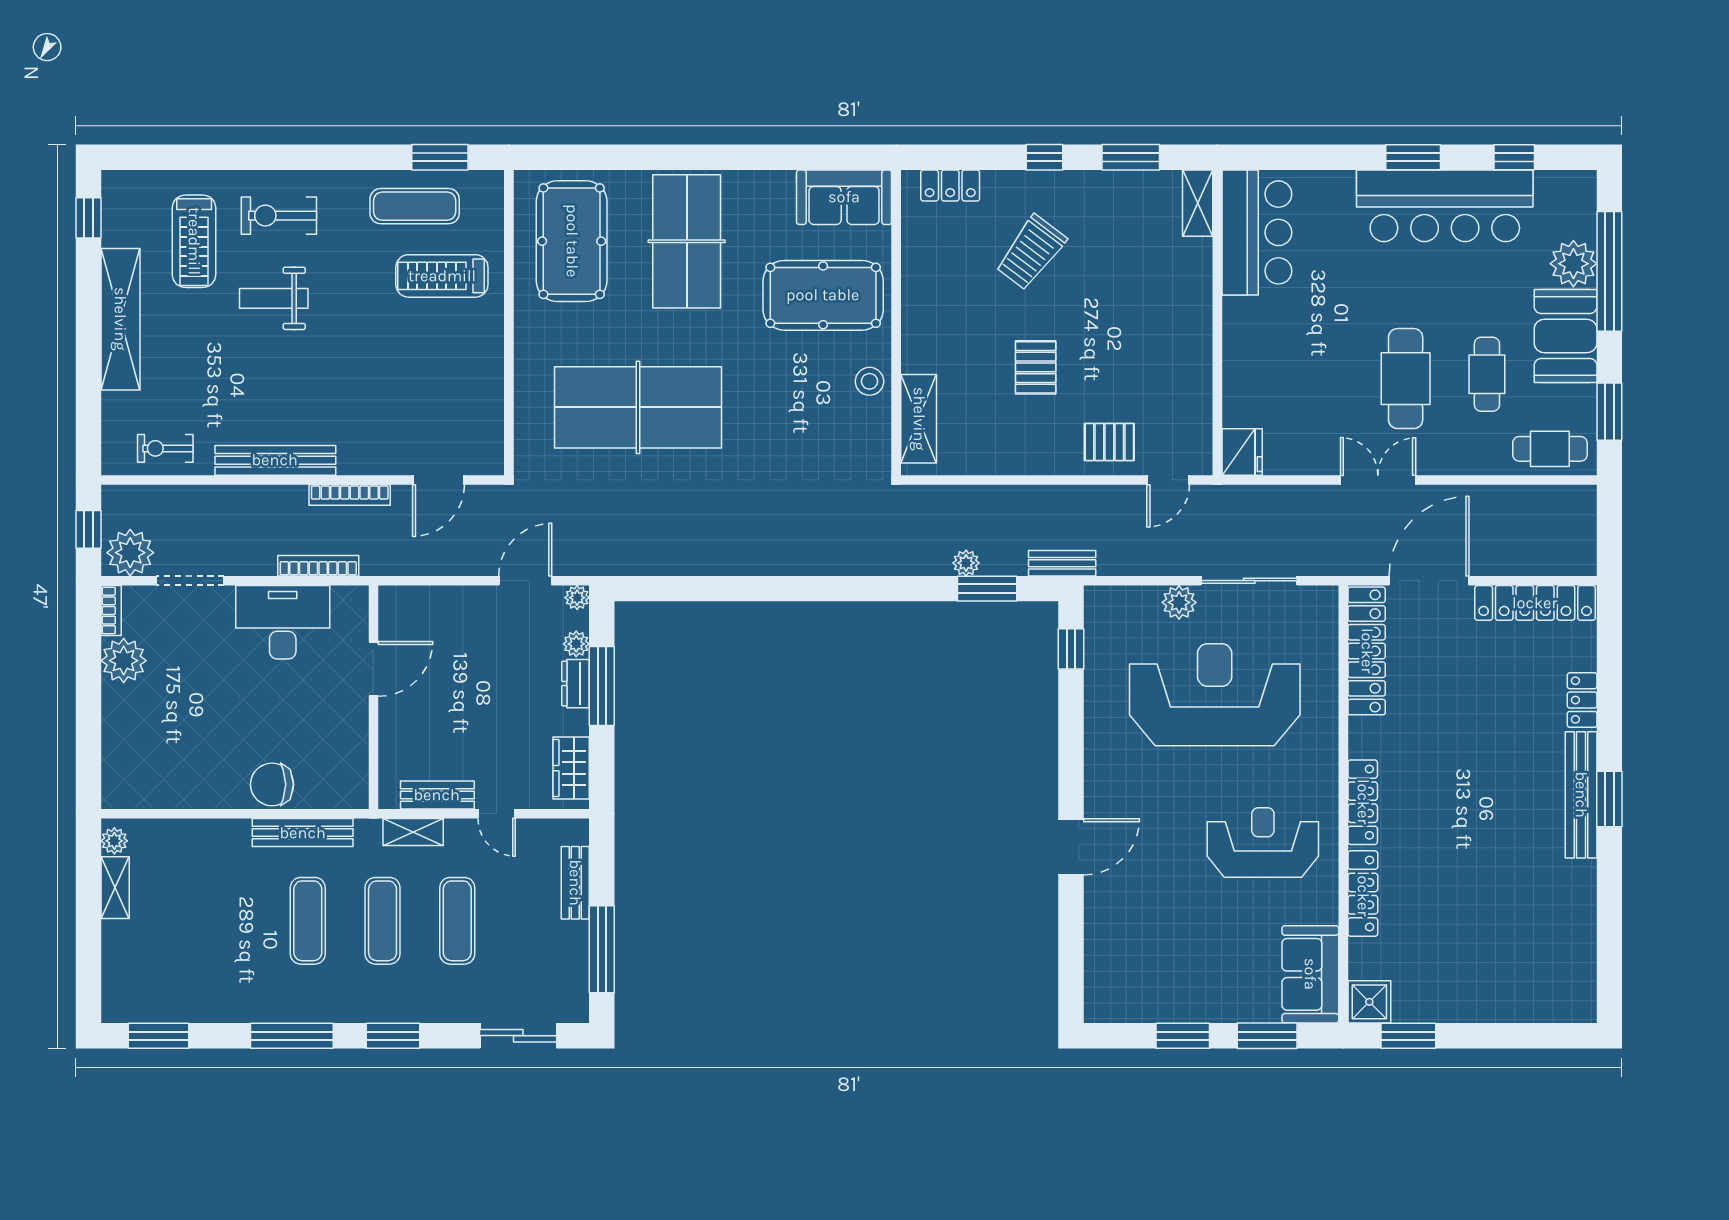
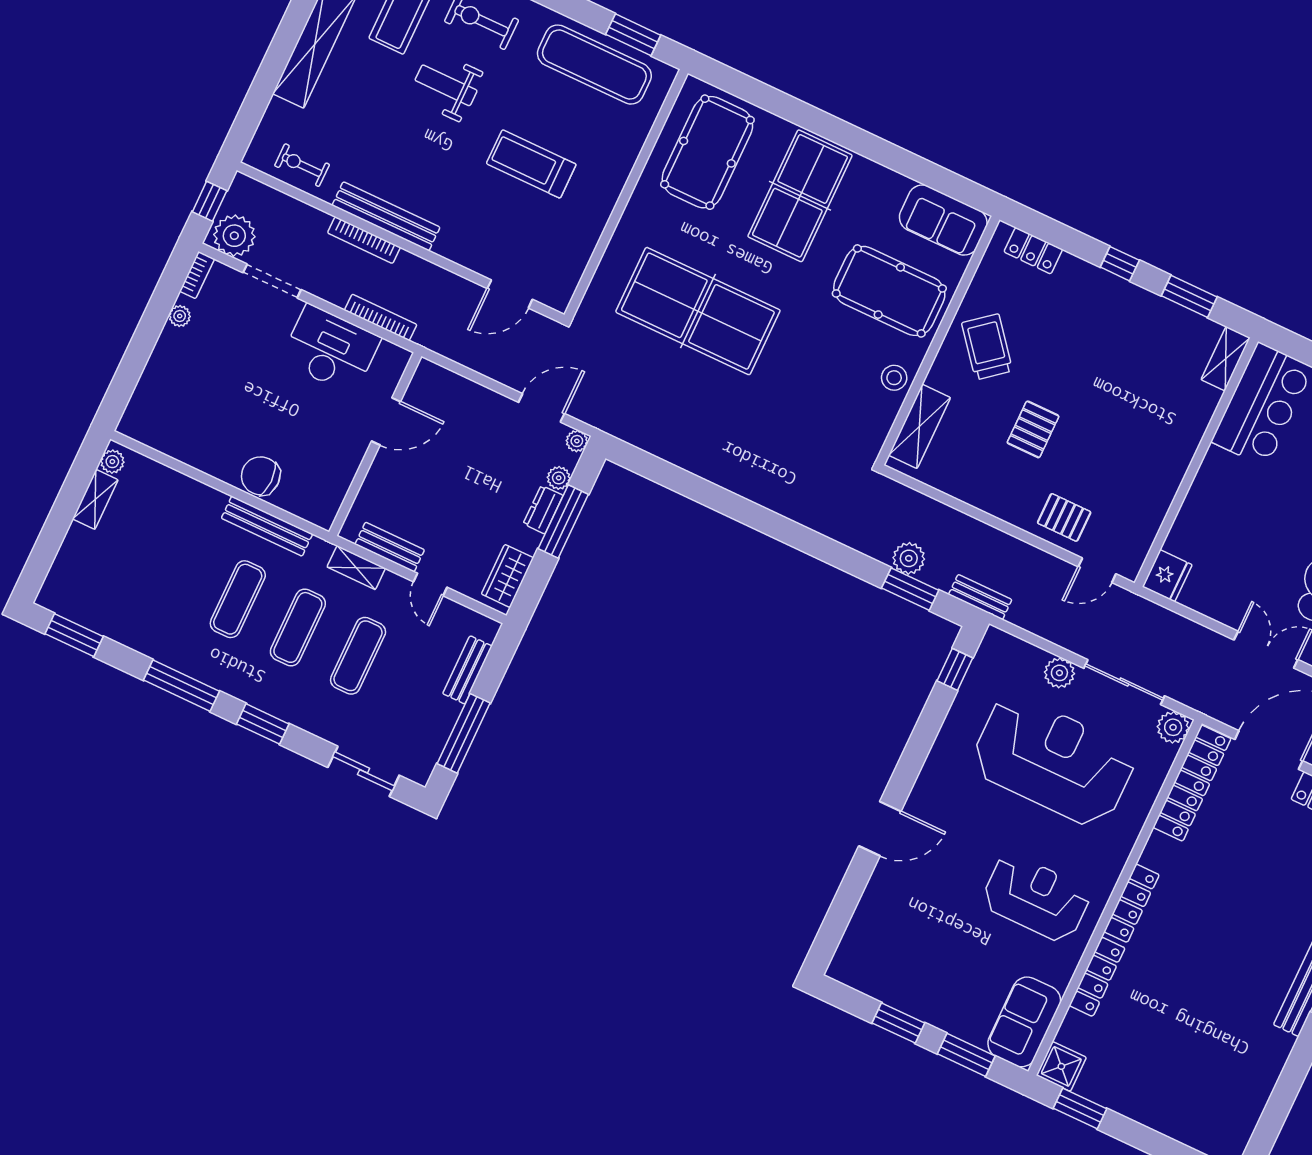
exercise mat: (415, 206) -> (594, 65), width x1.36, depth x1.45
trolley: (1031, 252) -> (987, 347), moved, turned 104
treadmill: (442, 276) -> (531, 164), moved
bookcase: (350, 495) -> (364, 240), moved
plant: (966, 563) -> (909, 558), width x1.38, depth x1.38
plant: (1321, 603) -> (1173, 727), added
plant: (124, 661) -> (180, 316), width x0.53, depth x0.53

